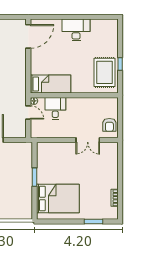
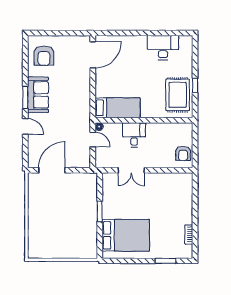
desk: (76, 30) -> (163, 48), moved
desk: (55, 108) -> (134, 135), moved
double door: (88, 140) -> (131, 170), moved

